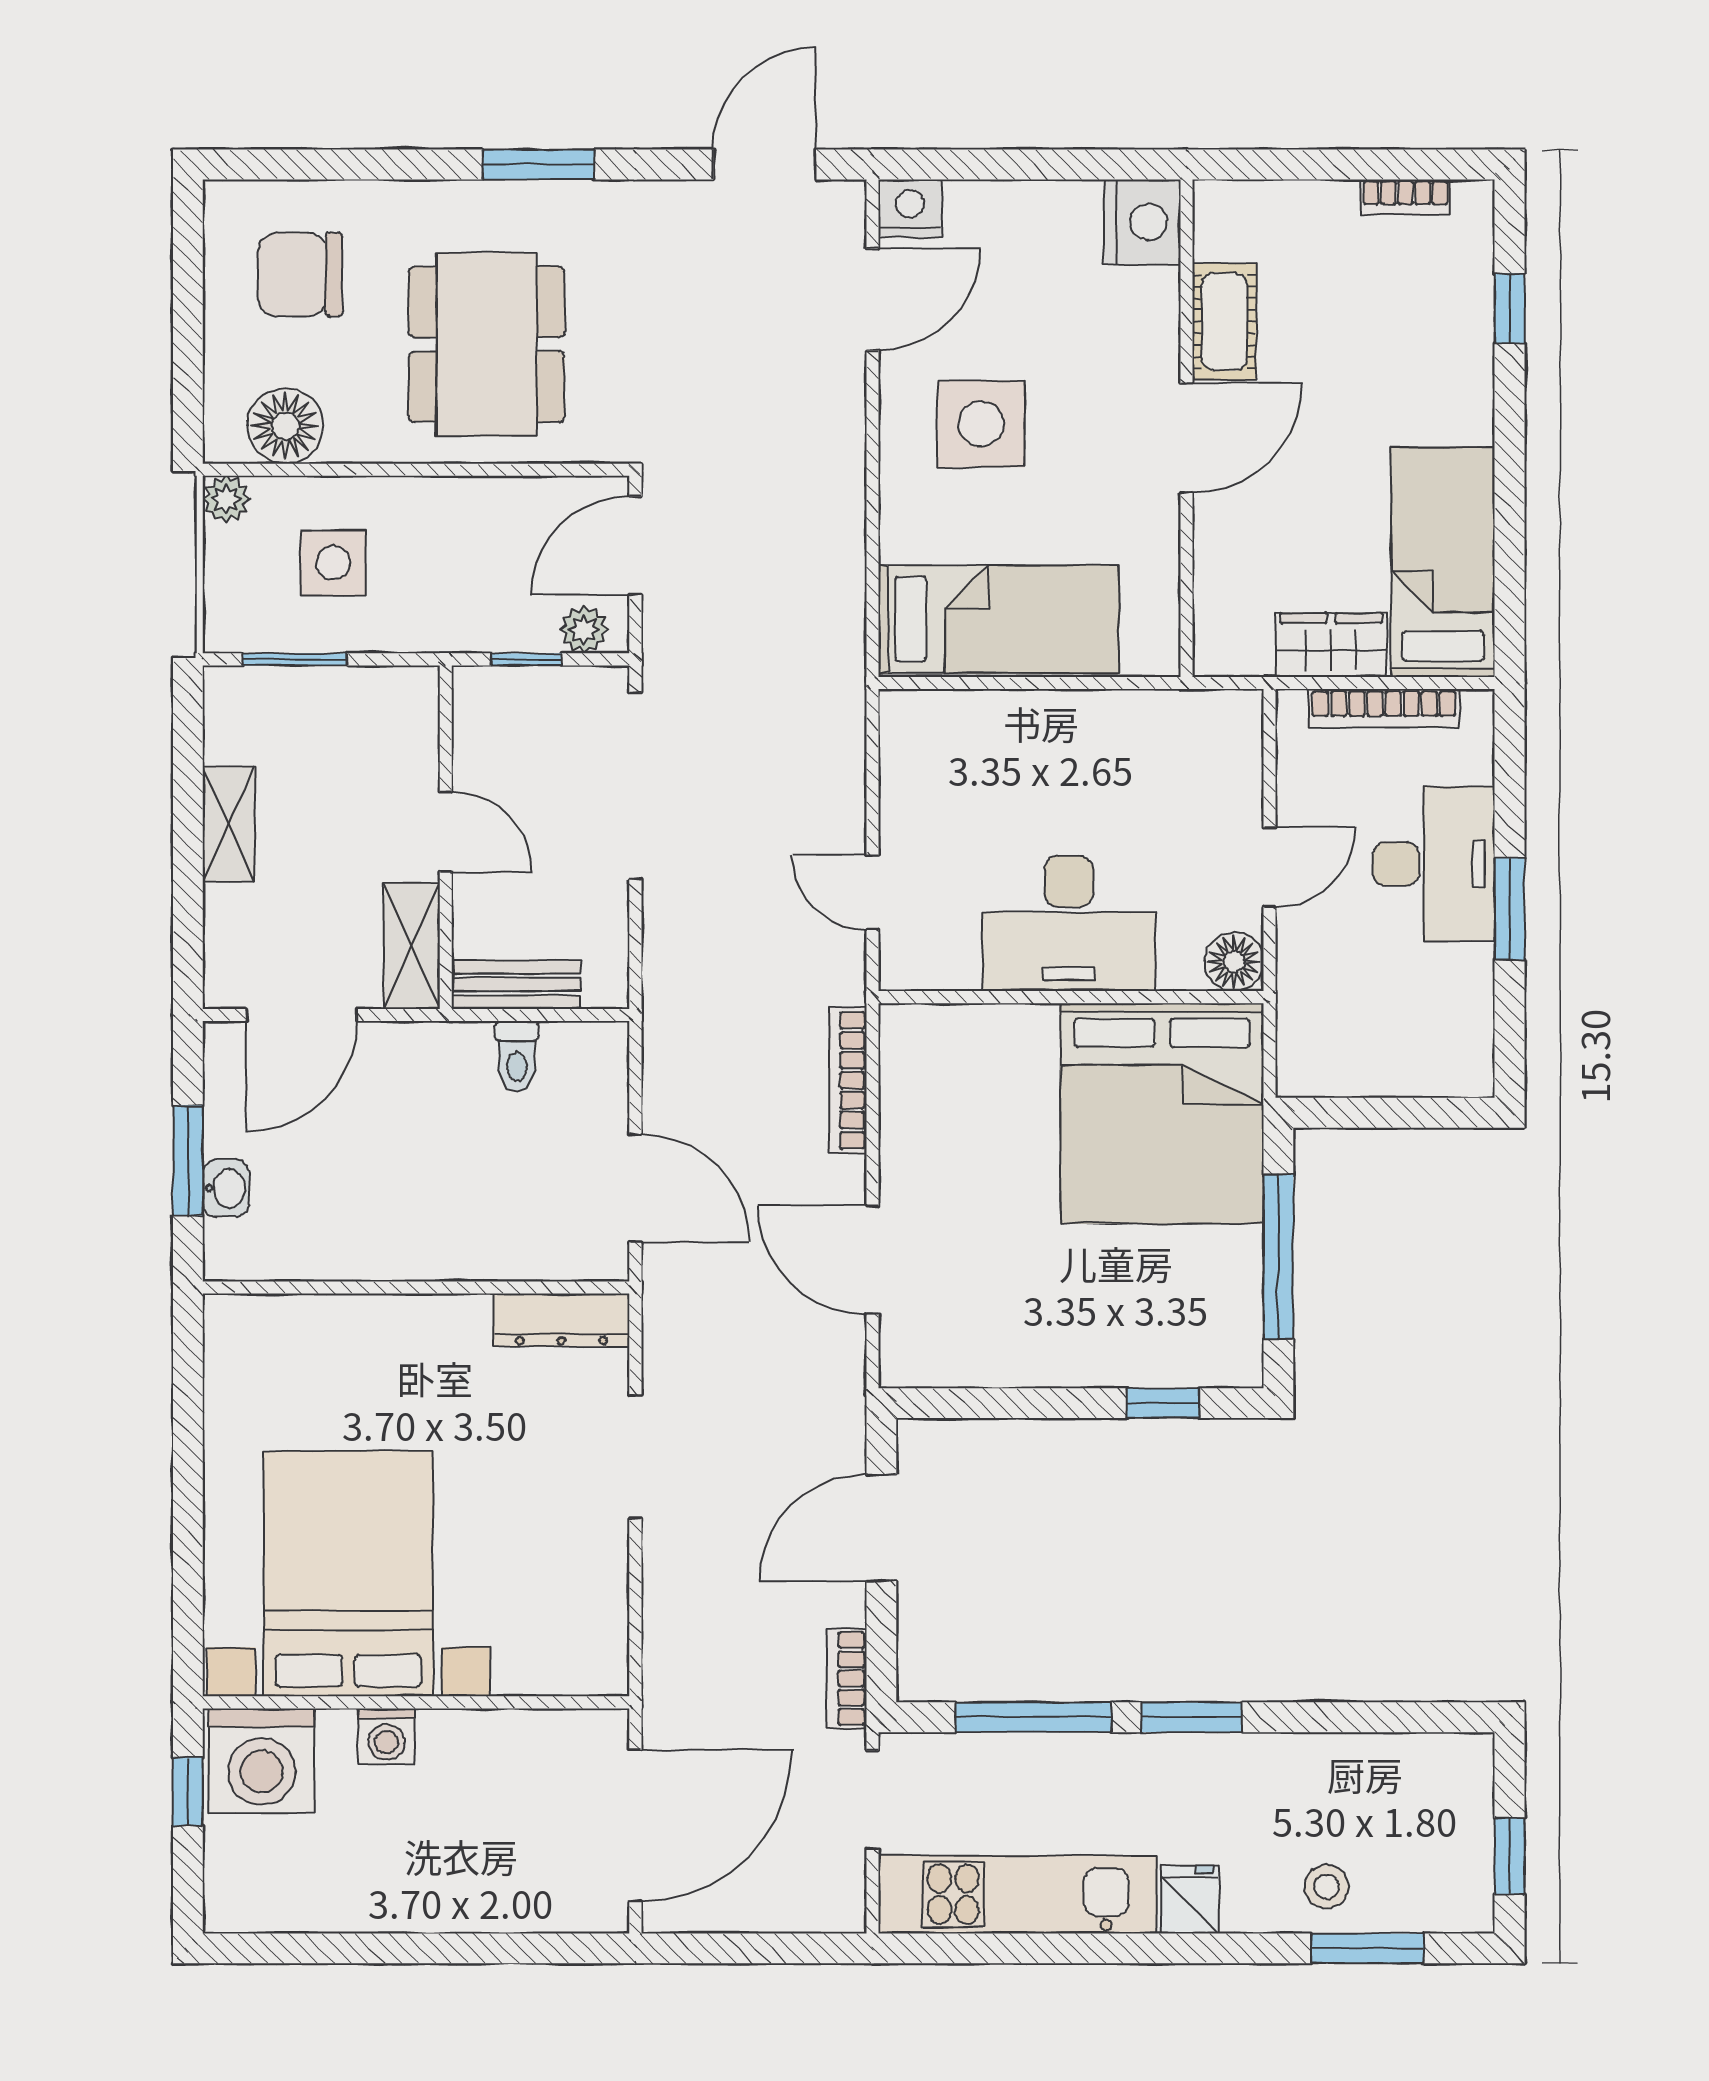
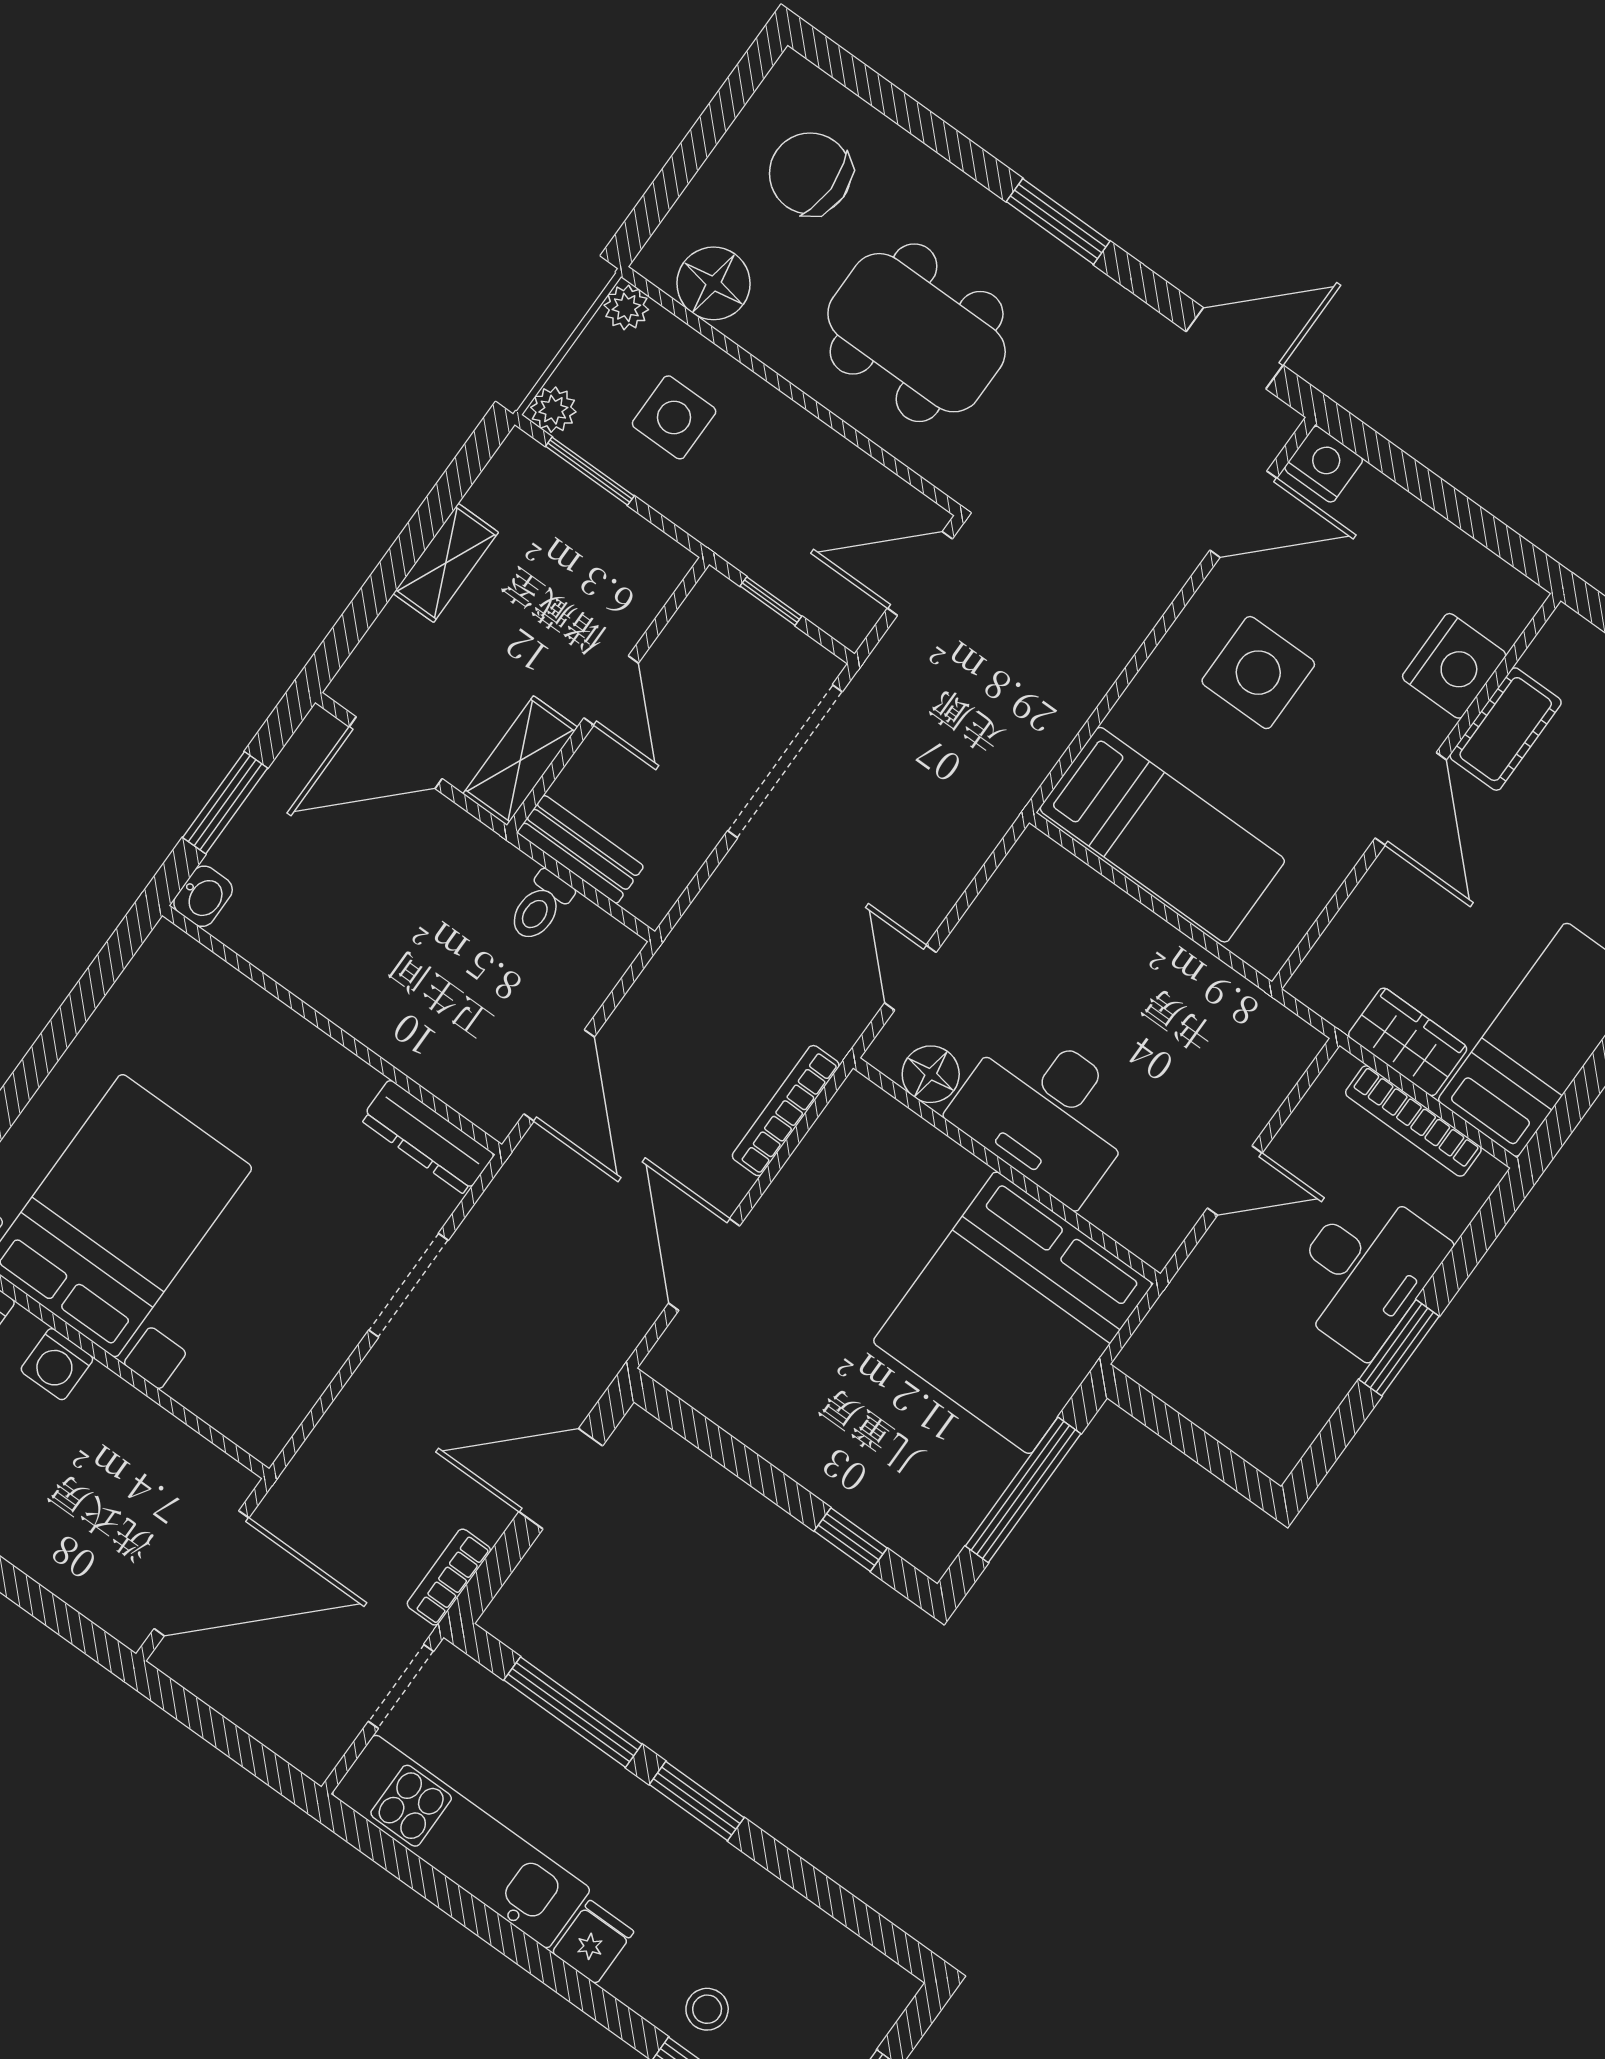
nightstand: (1142, 222) -> (1454, 666), moved
dining table: (486, 344) -> (917, 333), turned 90
door: (1187, 438) -> (1411, 799), hinge flipped
plant: (584, 630) -> (553, 410), moved
floor lamp: (1234, 962) -> (931, 1074), moved
washbasin: (226, 1188) -> (203, 896), moved

